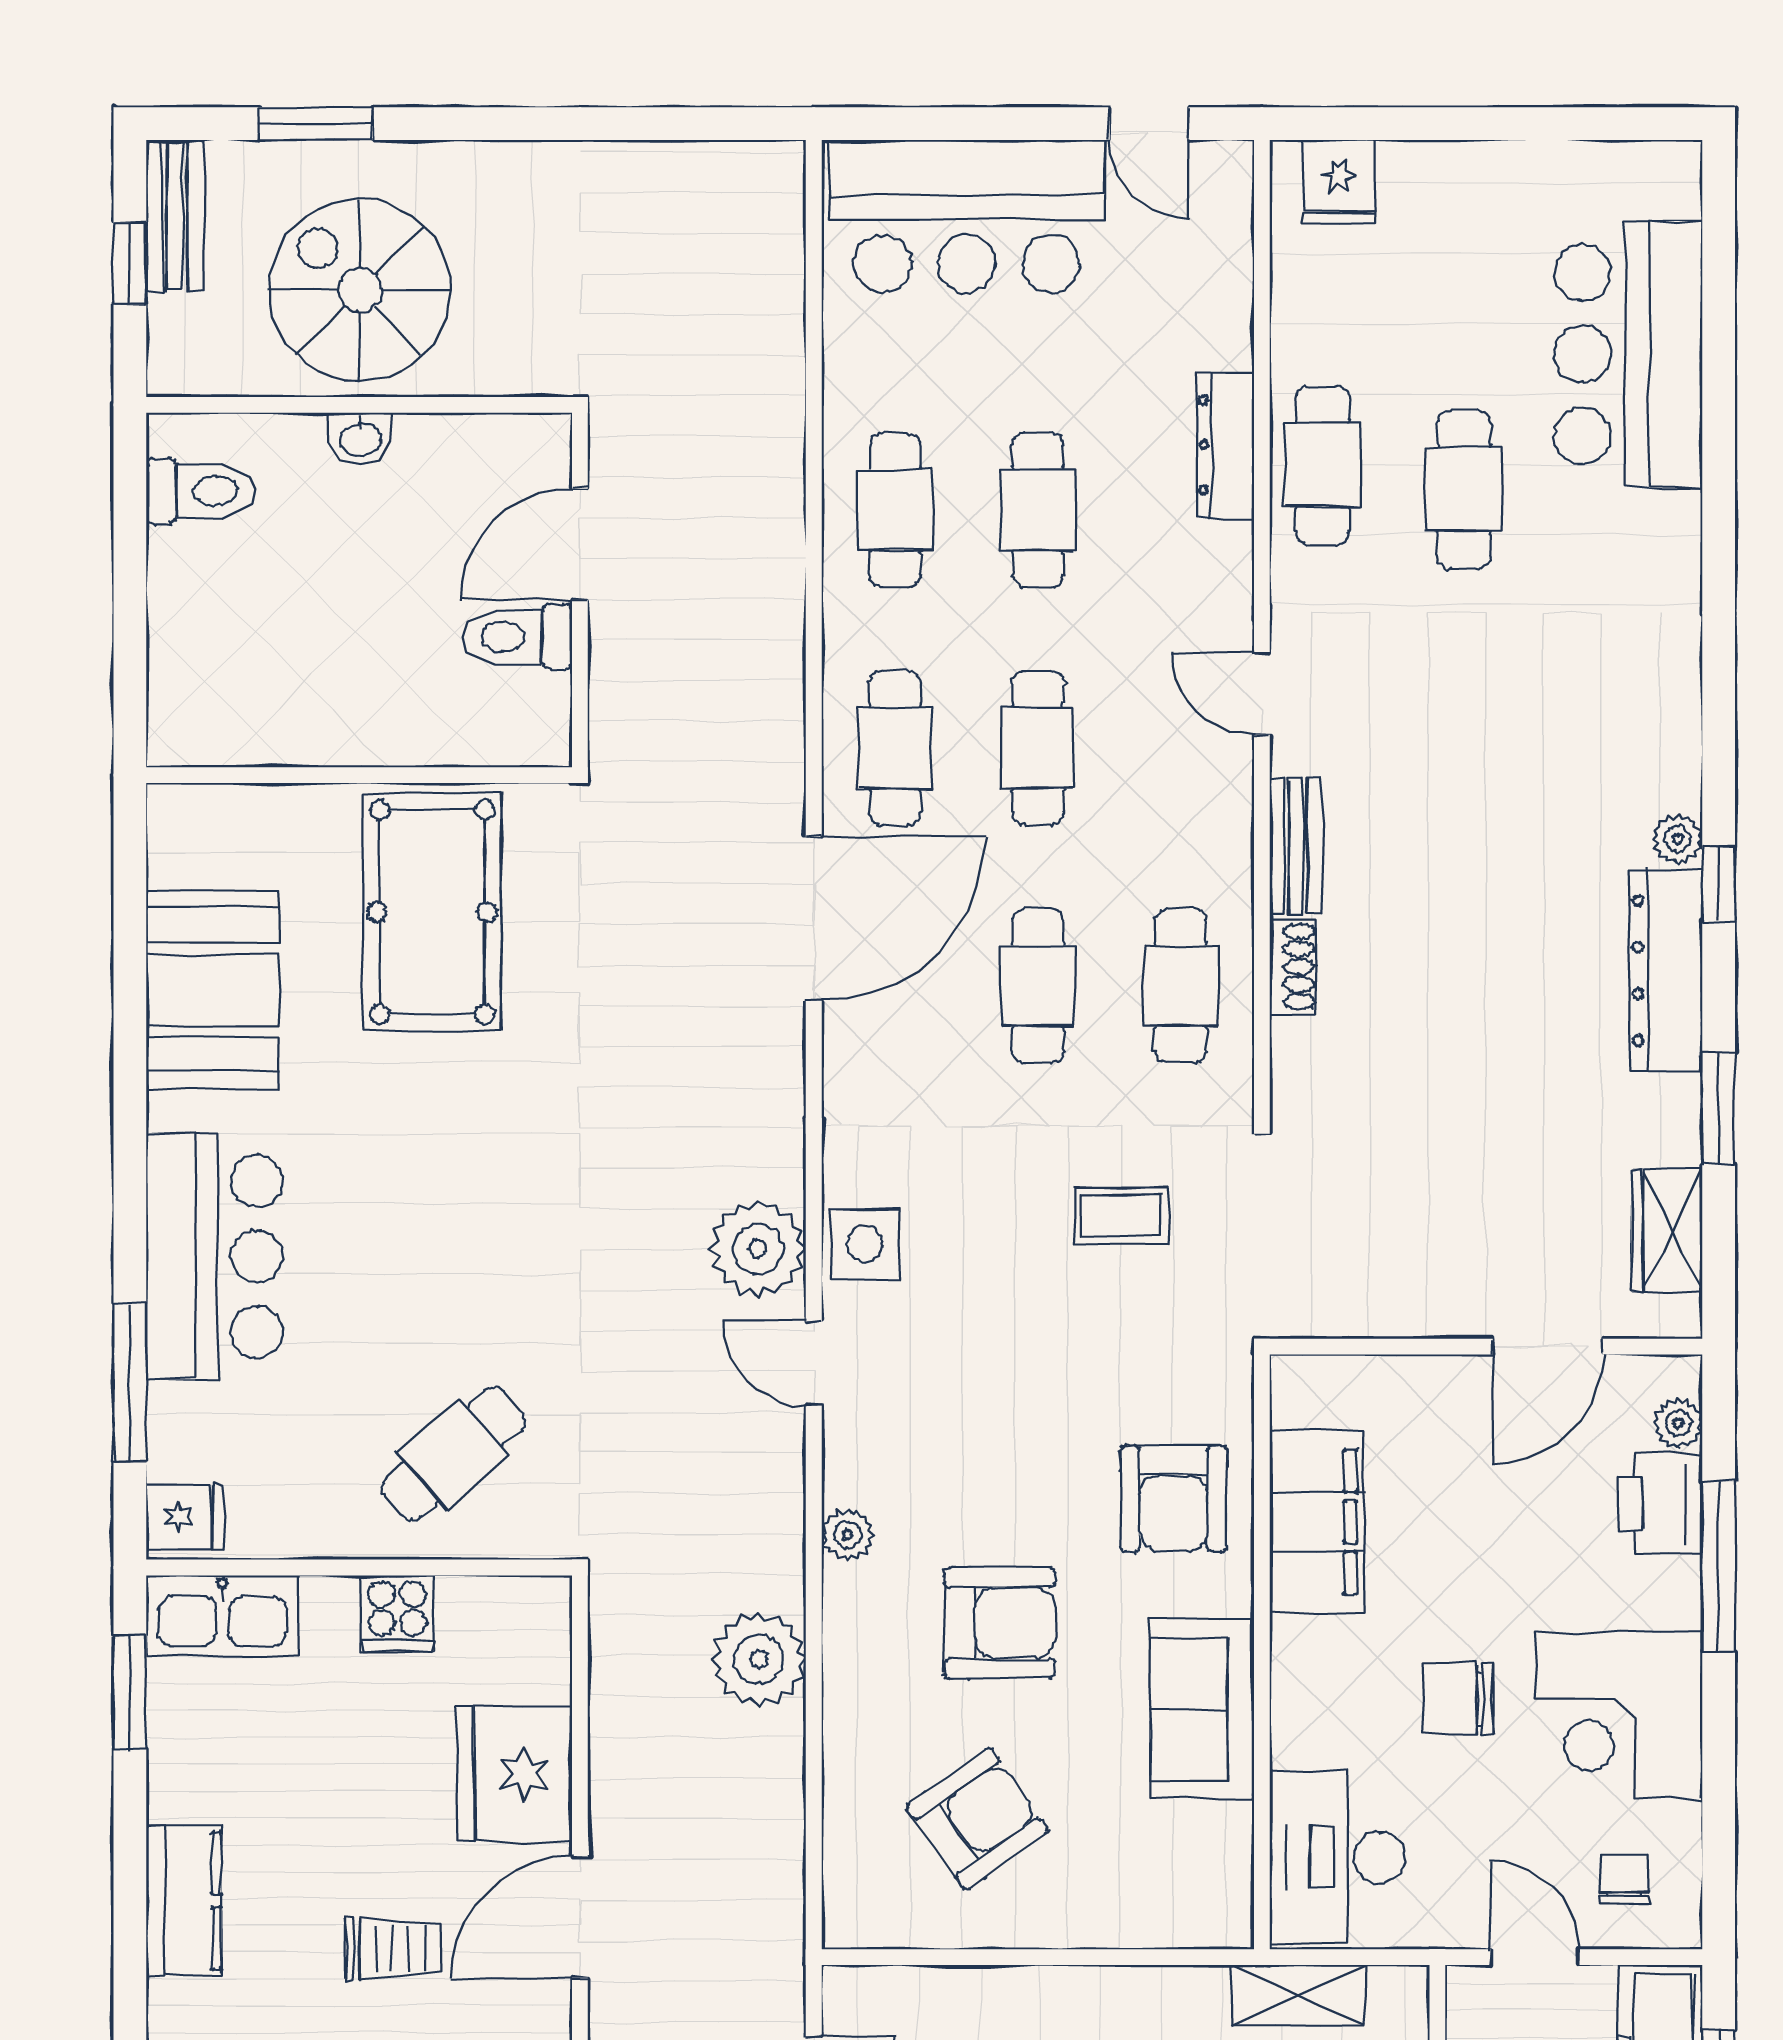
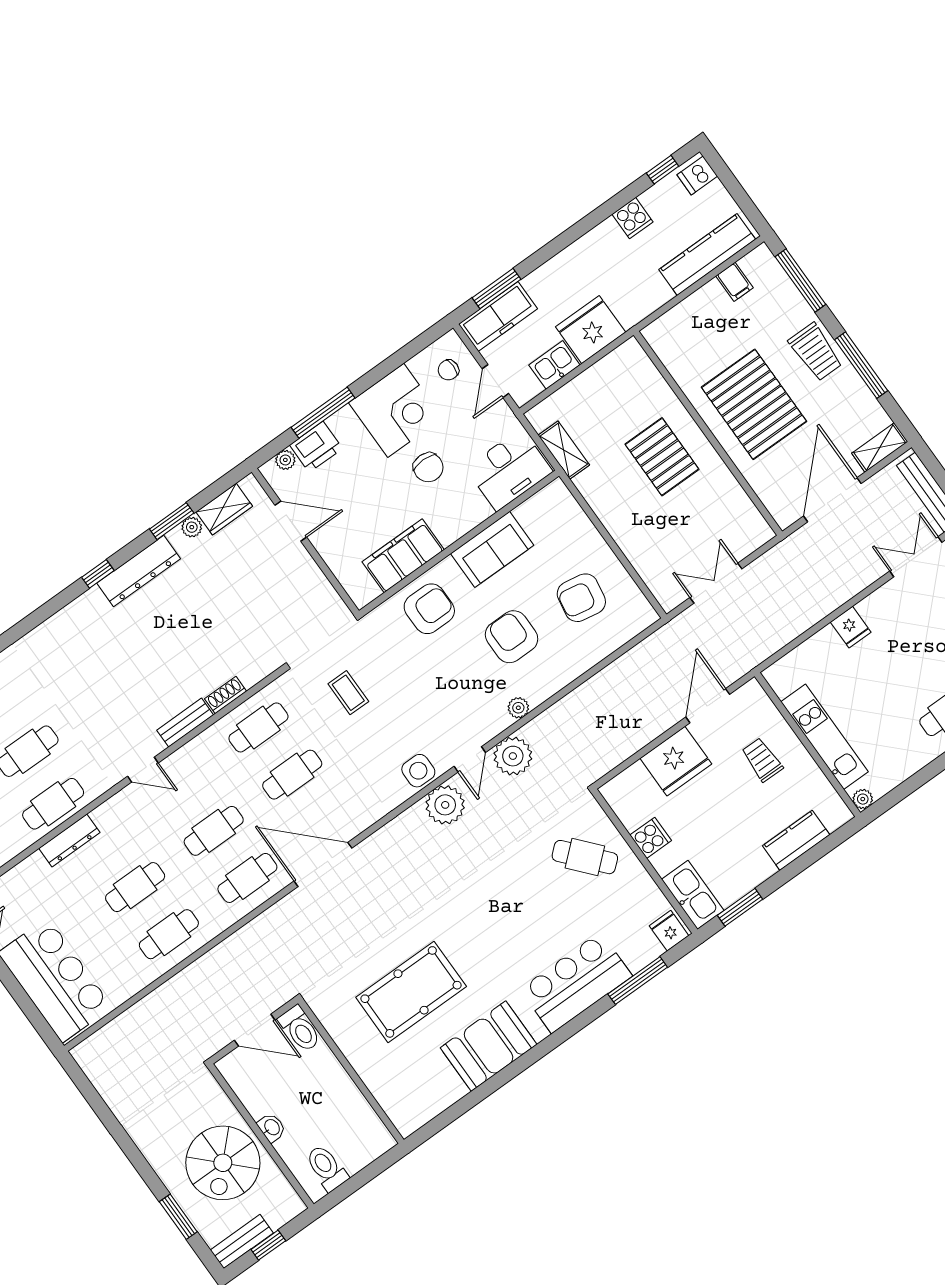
door: (1262, 694) -> (143, 770), hinge flipped
wall: (359, 775) -> (351, 1071), moved
plant: (1677, 839) -> (192, 527), moved
plant: (759, 1659) -> (513, 756), moved
armchair: (978, 1819) -> (581, 598), turned -45
door: (580, 1917) -> (708, 706), swing flipped

